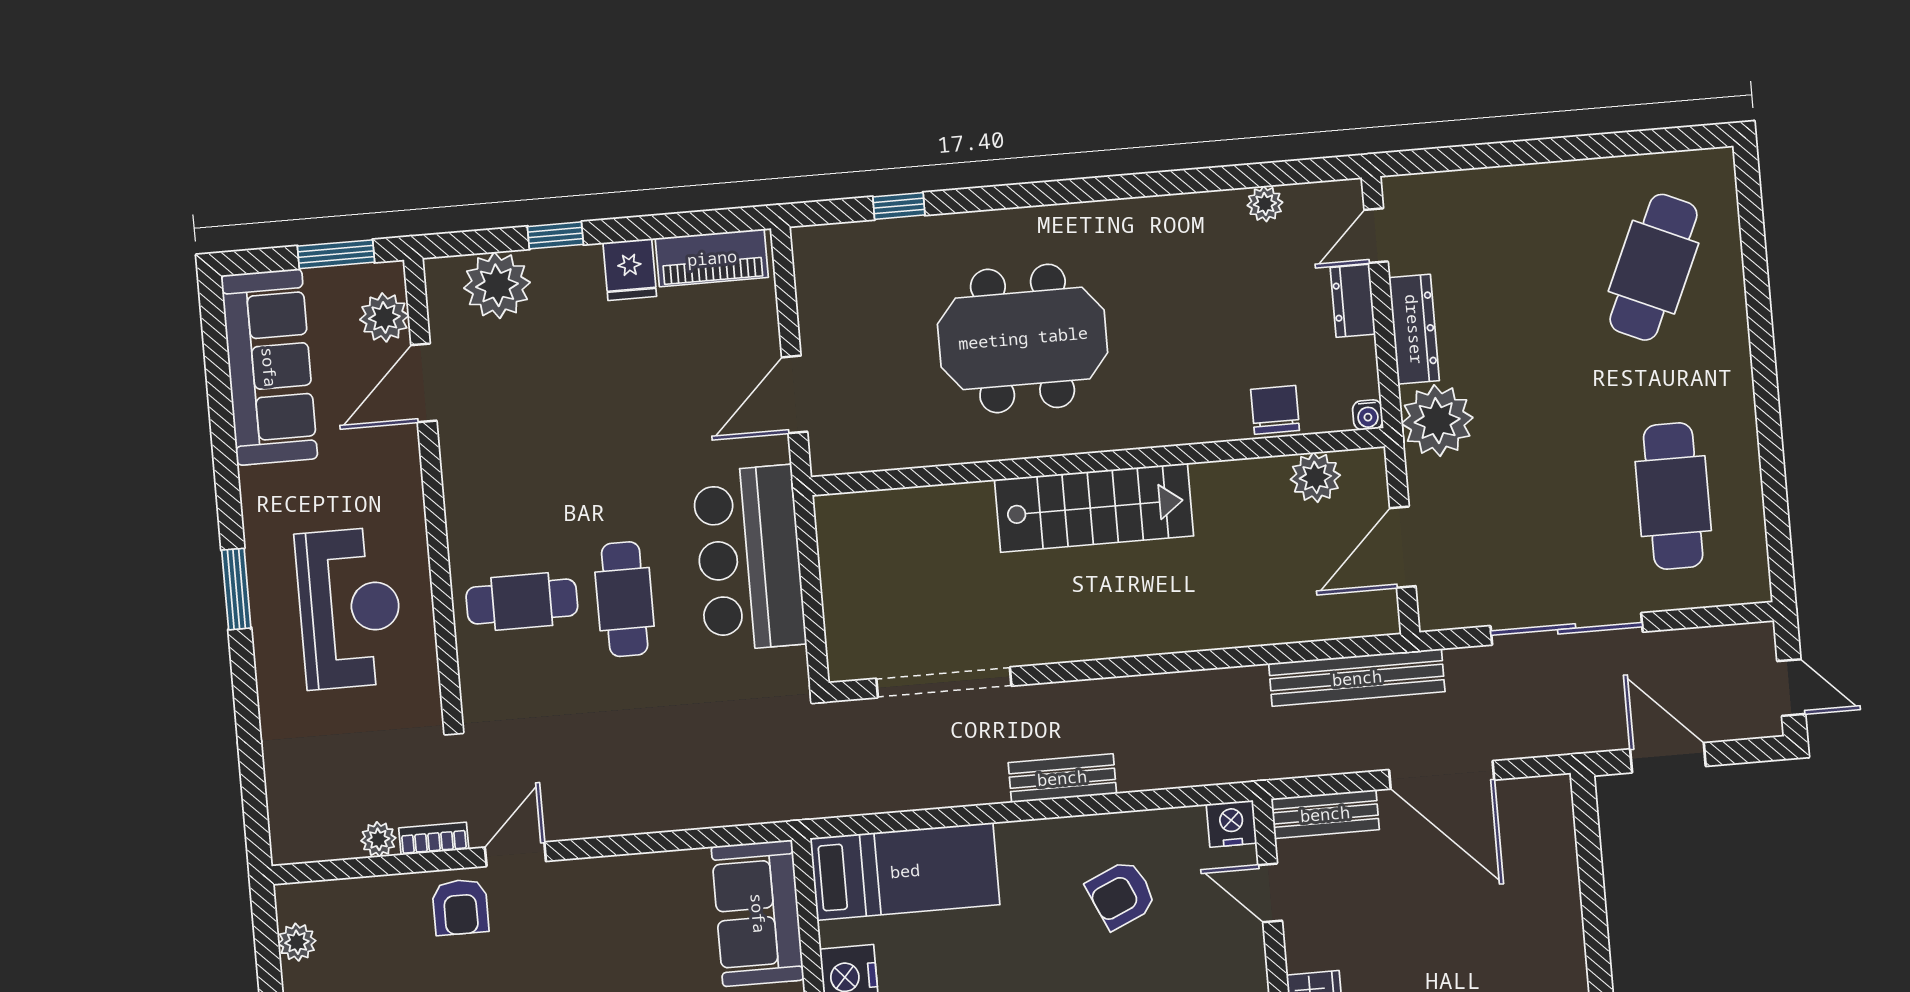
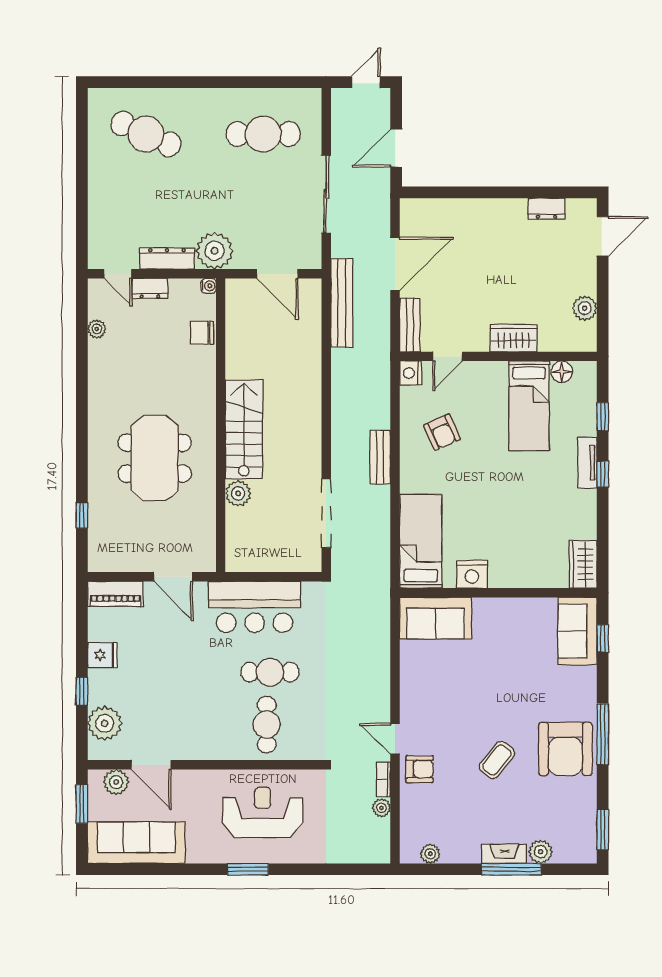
piano: (712, 258) -> (115, 594), moved, turned 90
plant: (1315, 477) -> (238, 493), moved

